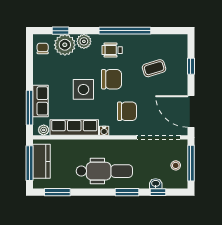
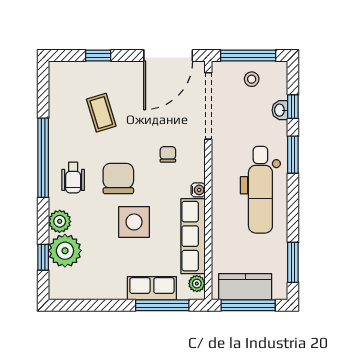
chair: (43, 48) -> (71, 285), removed
chair: (127, 111) -> (168, 154), width x0.54, depth x0.54
dental chair: (104, 171) -> (260, 190), turned 180

